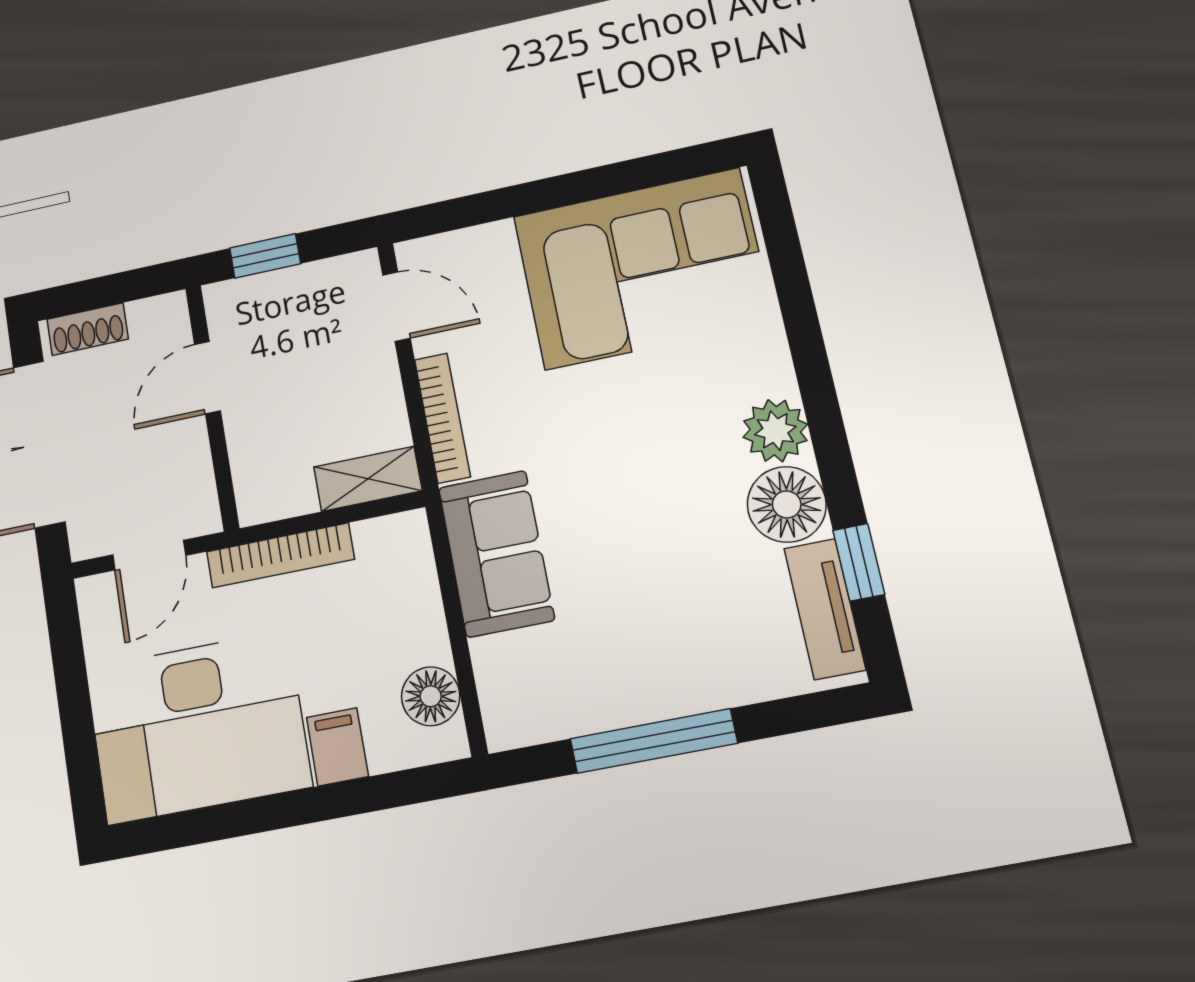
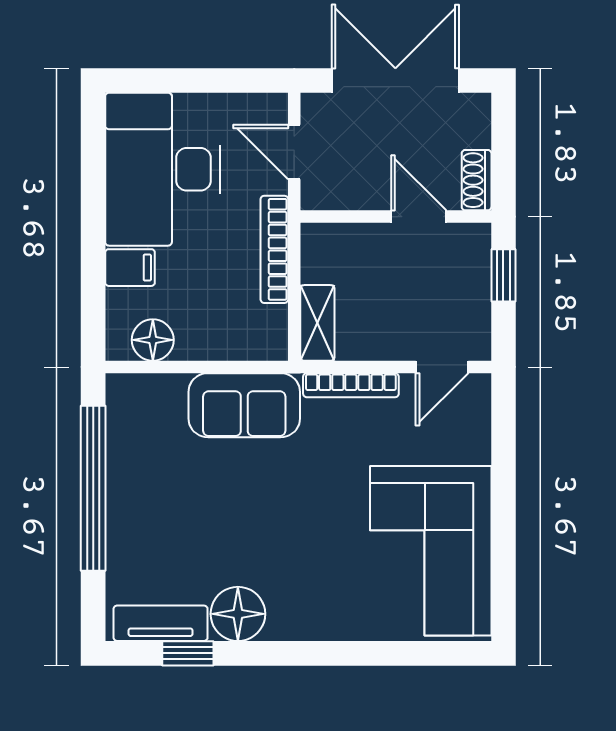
shoe rack: (88, 329) -> (477, 180), moved
plant: (775, 431) -> (292, 618), removed
window: (654, 741) -> (93, 488), width x1.46

